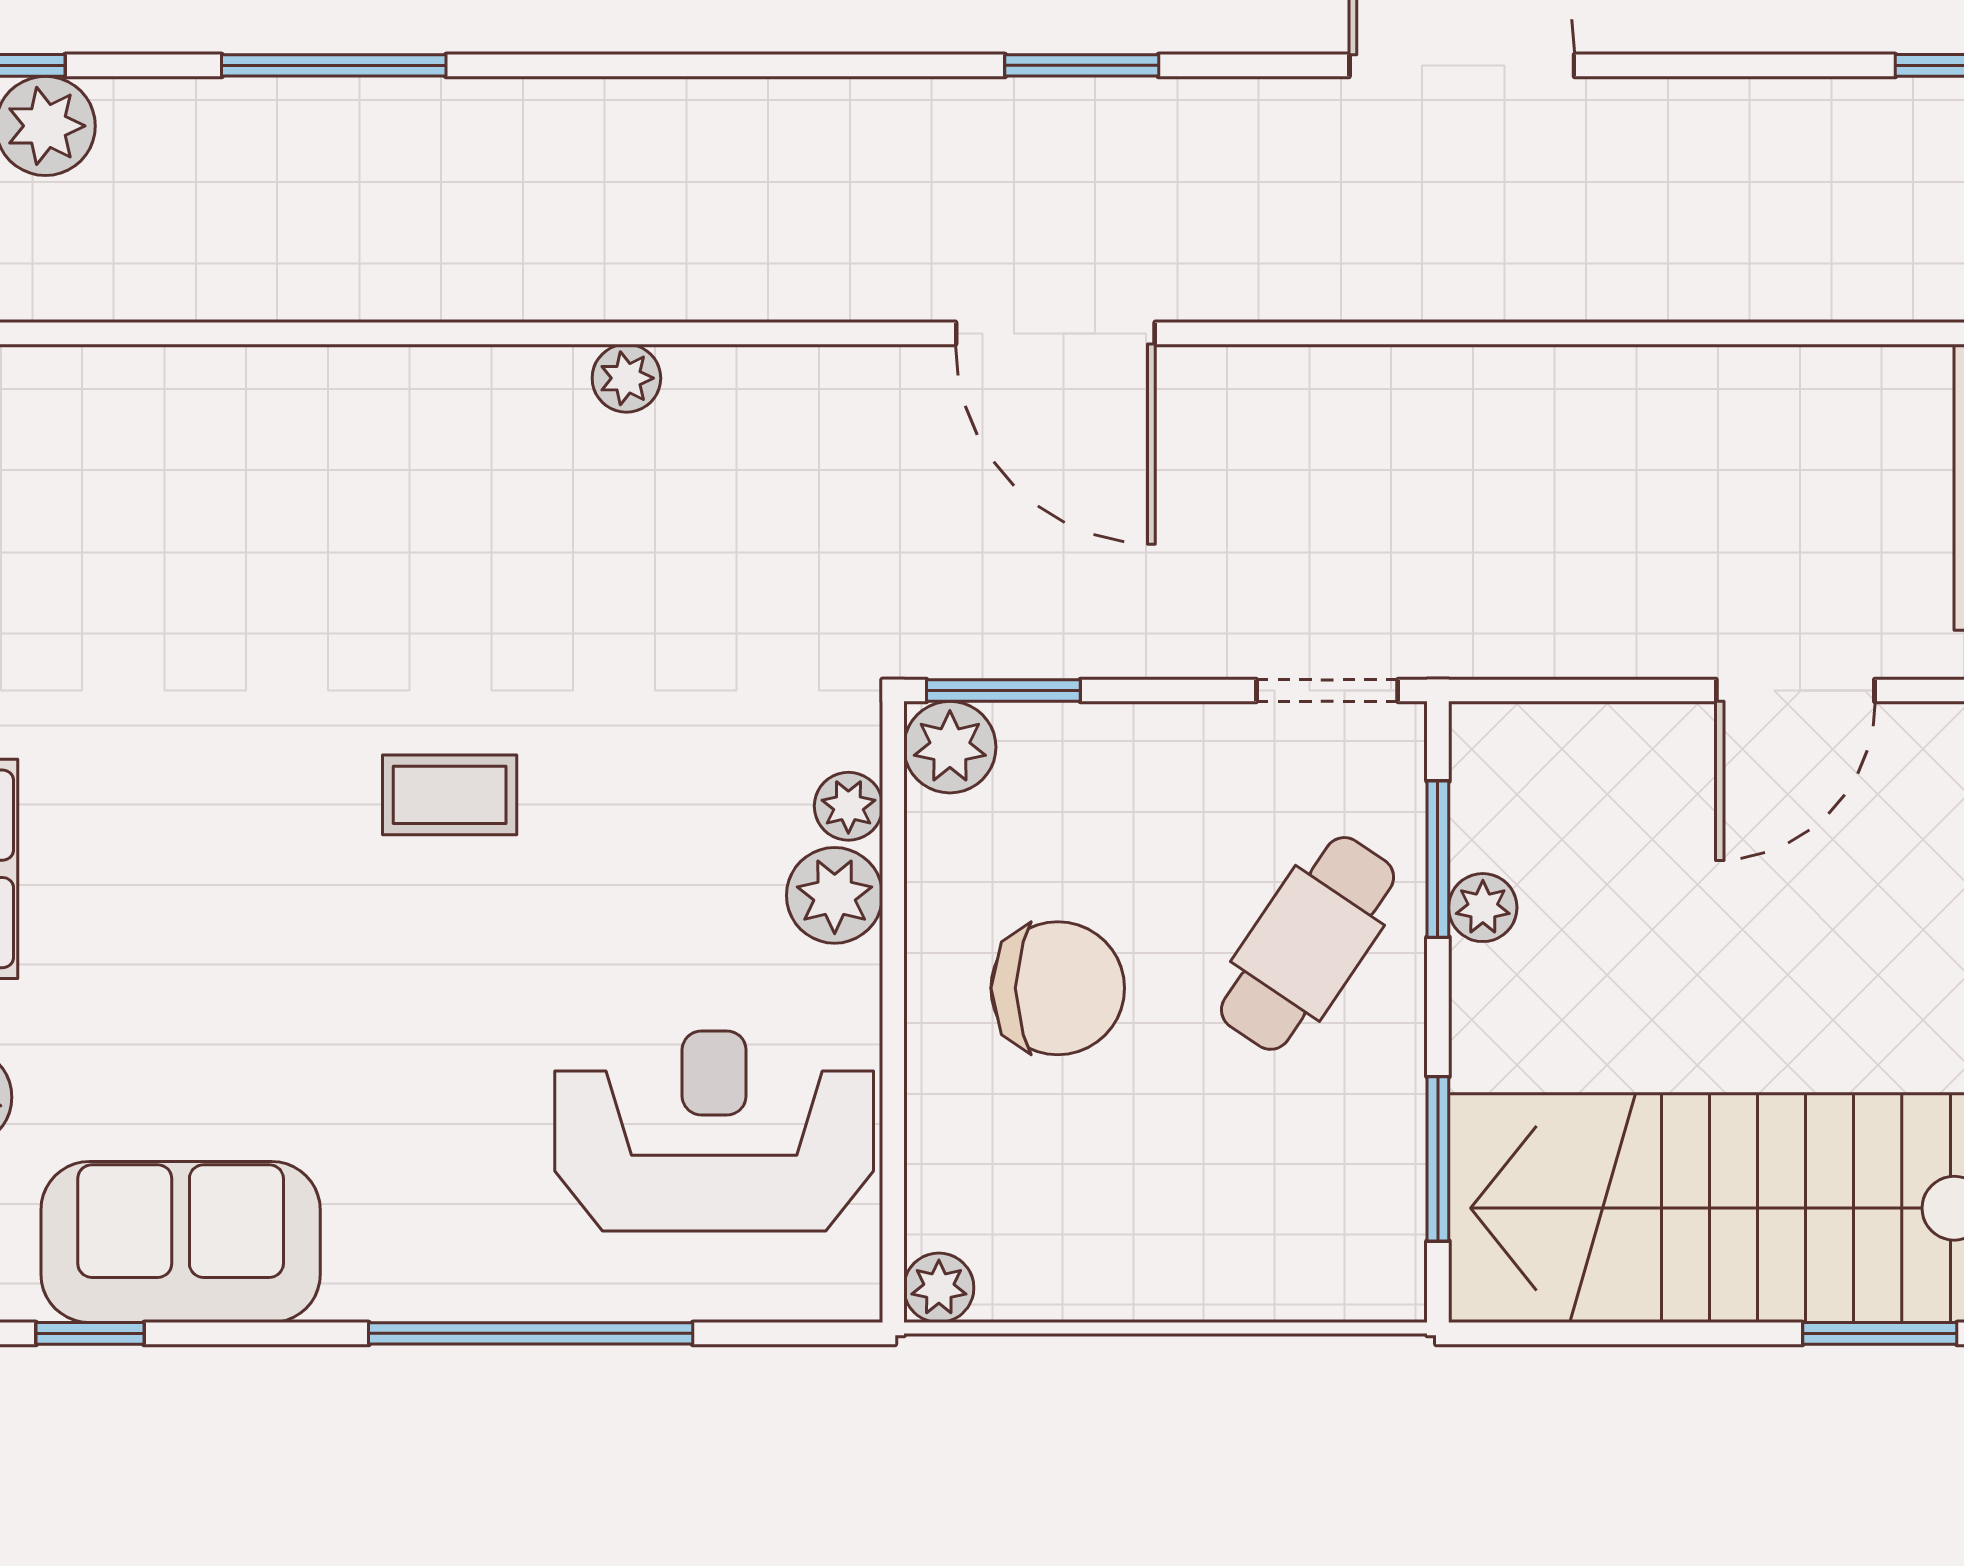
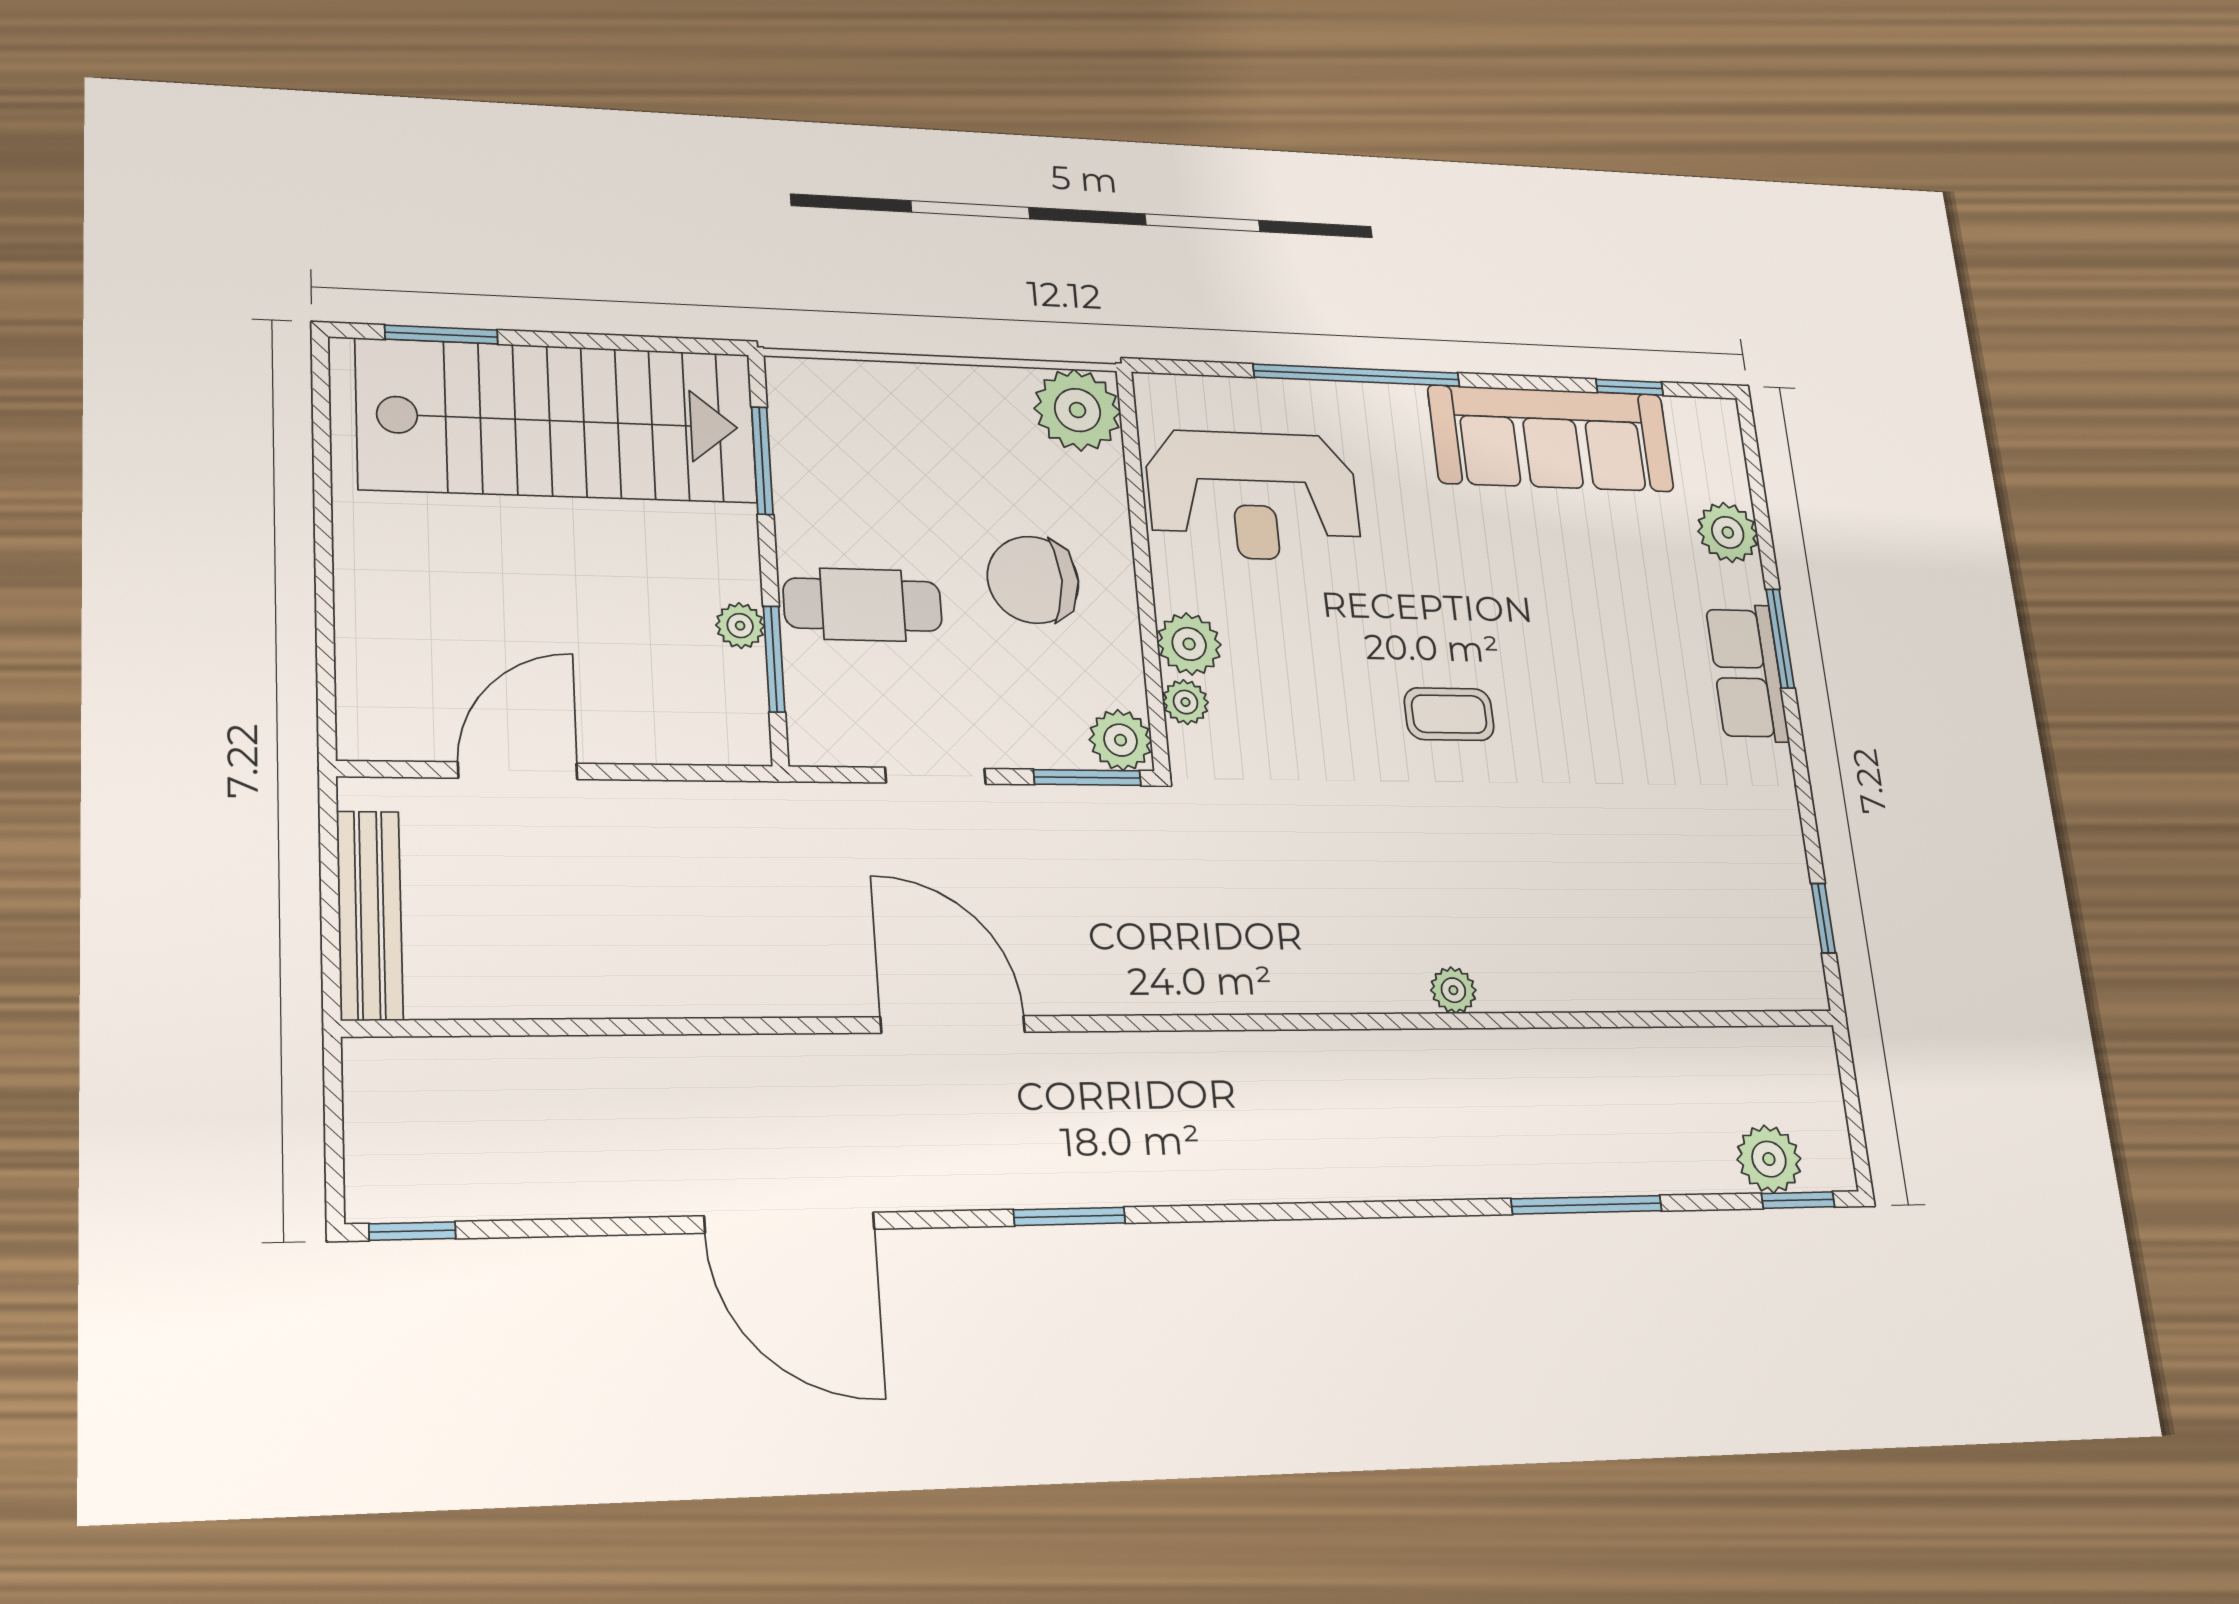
door: (1055, 333) -> (953, 1024), moved
plant: (626, 378) -> (1453, 990), moved
doorway: (1327, 690) -> (935, 776), moved
cafe table: (1307, 943) -> (863, 605), turned 56
sofa: (181, 1242) -> (1551, 438), width x1.36
plant: (939, 1288) -> (1077, 410), width x1.88, depth x1.88

